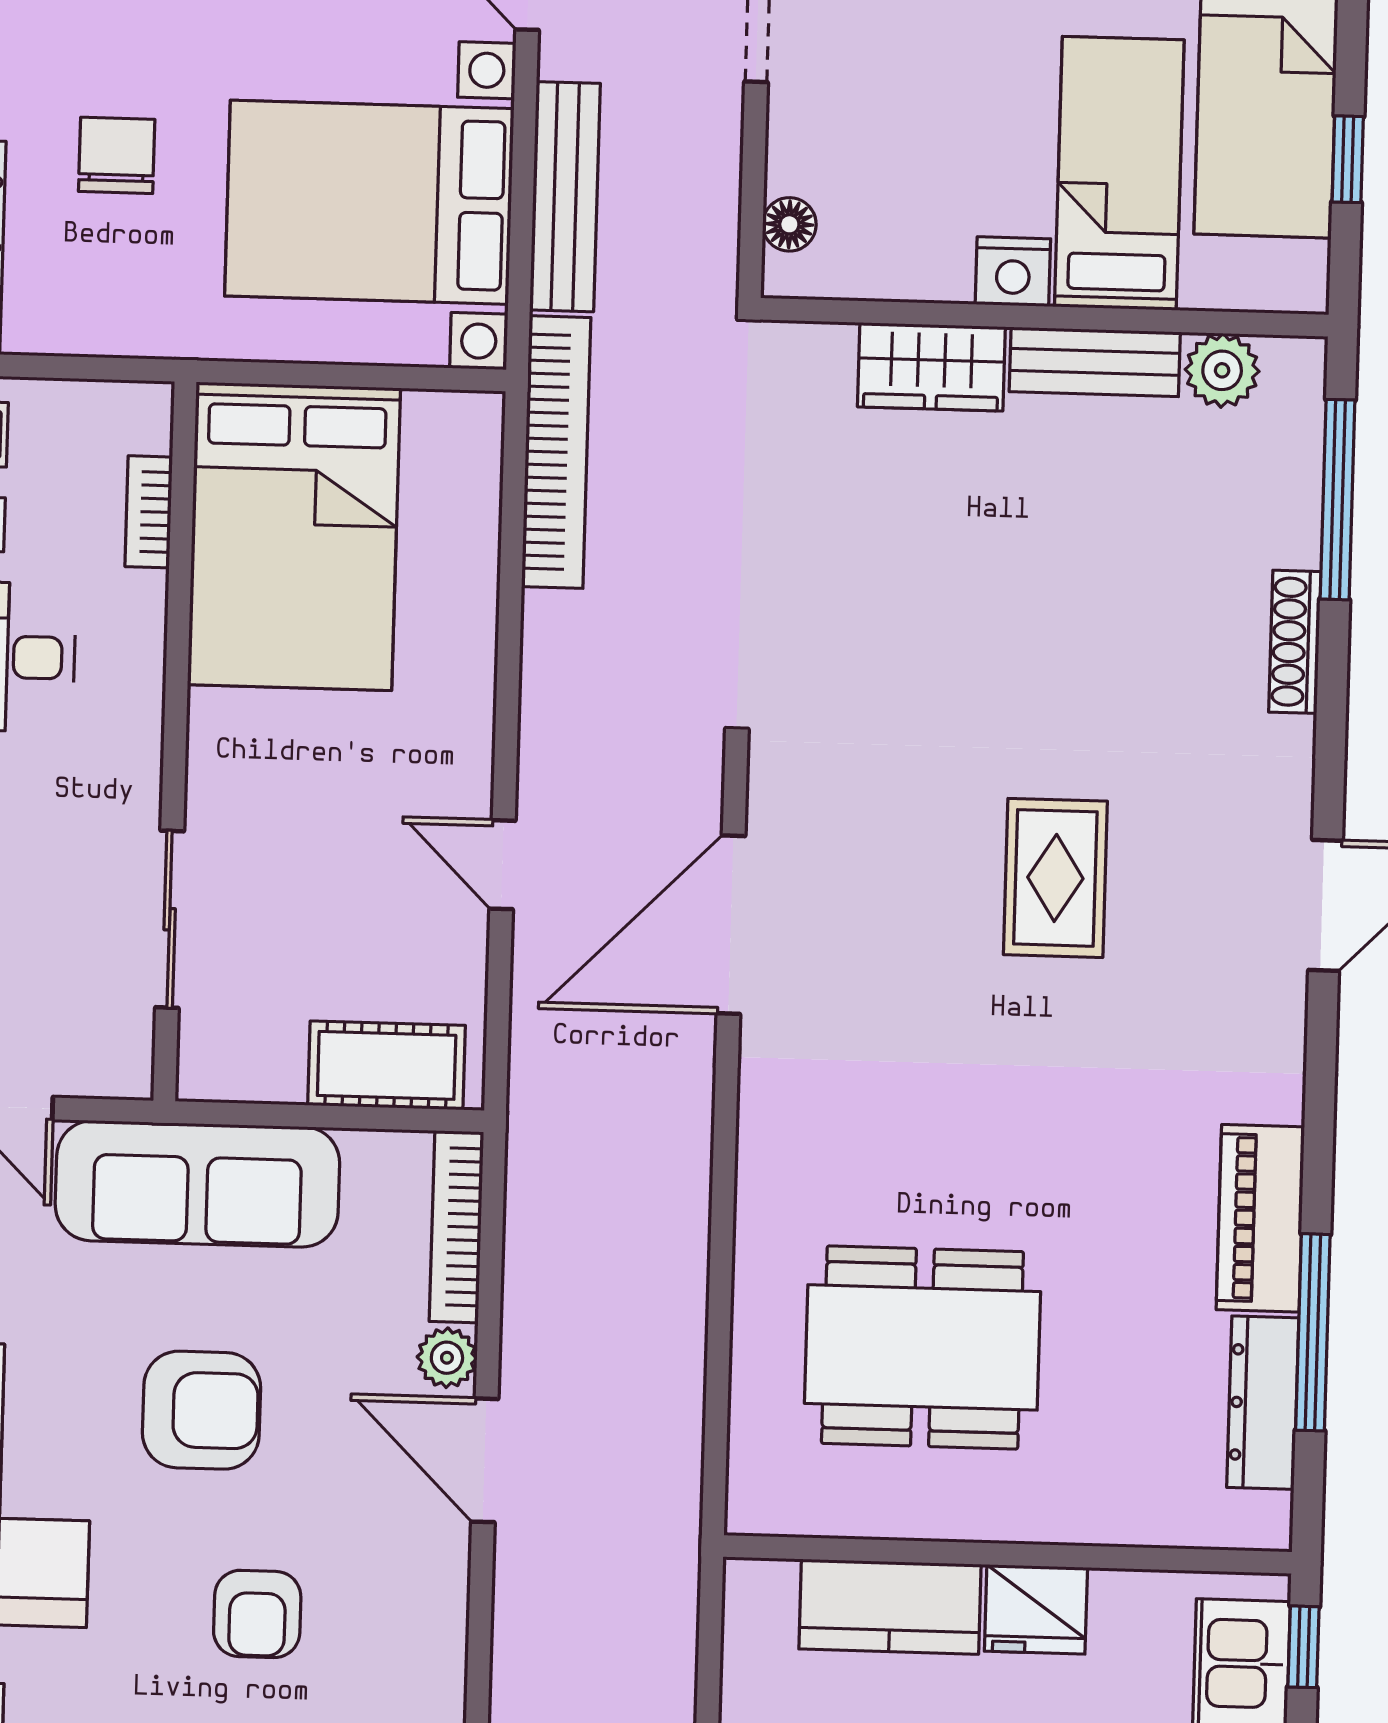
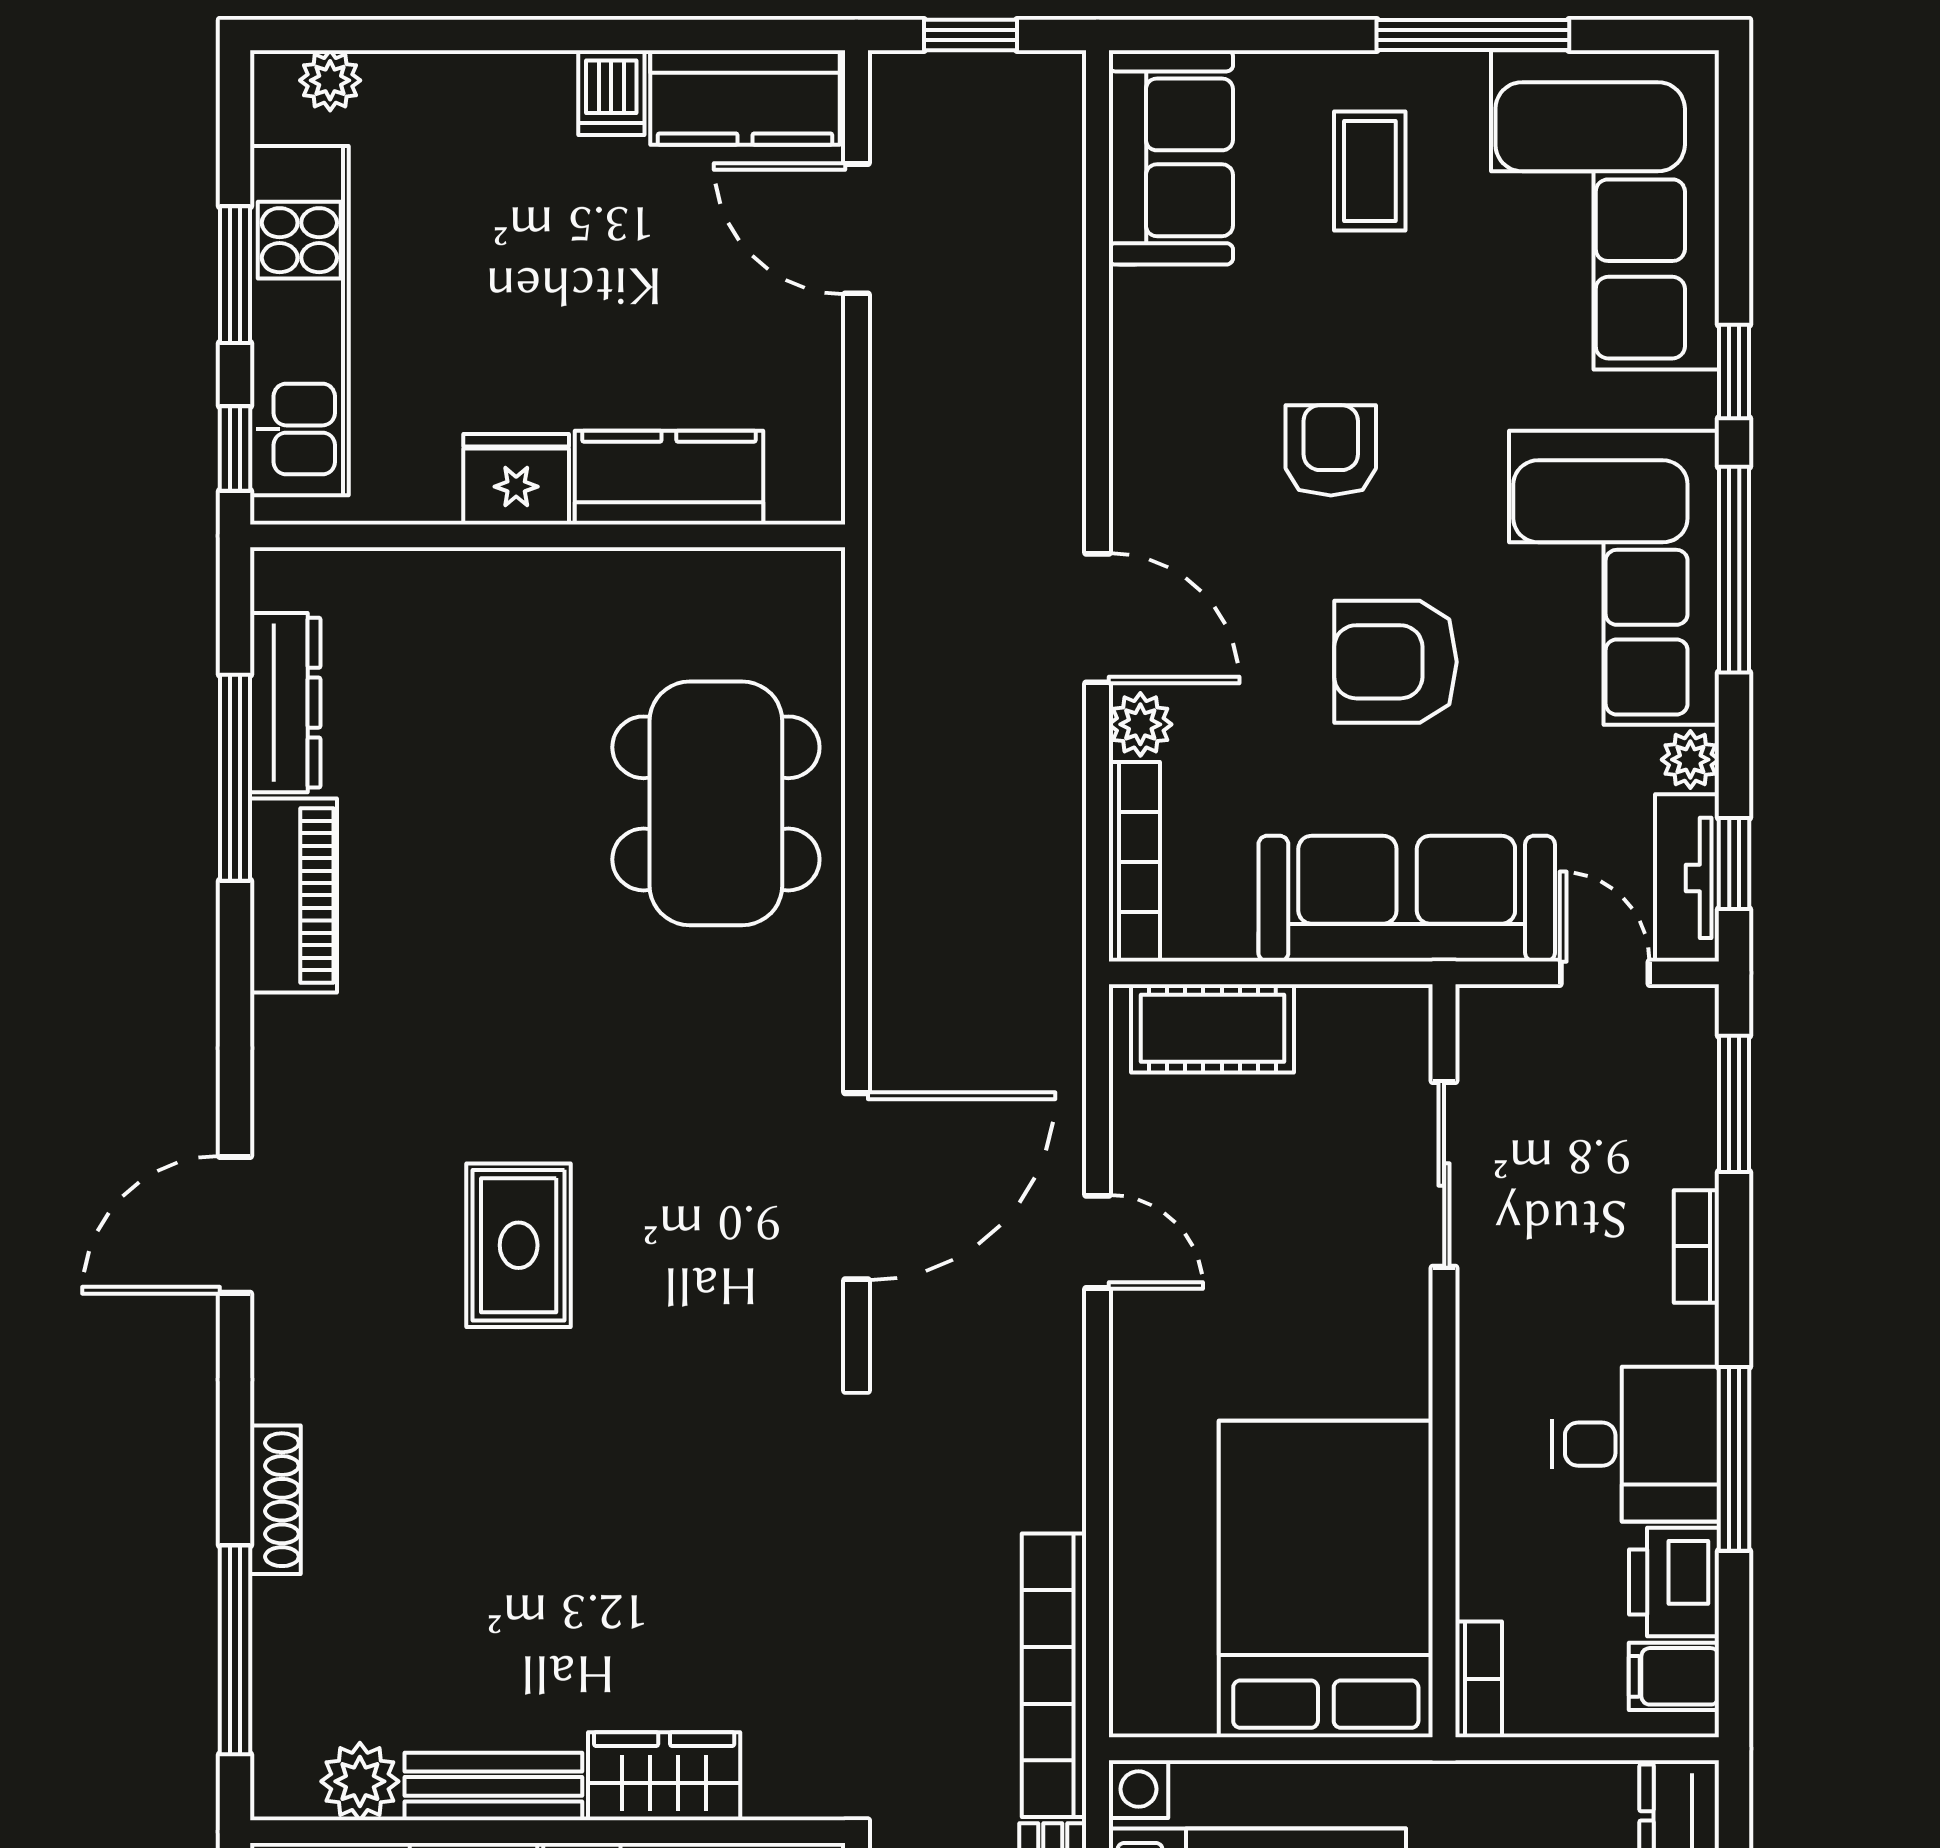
bookcase: (149, 512) -> (1479, 1679), moved
dining table: (922, 1347) -> (716, 803), moved, turned 90

